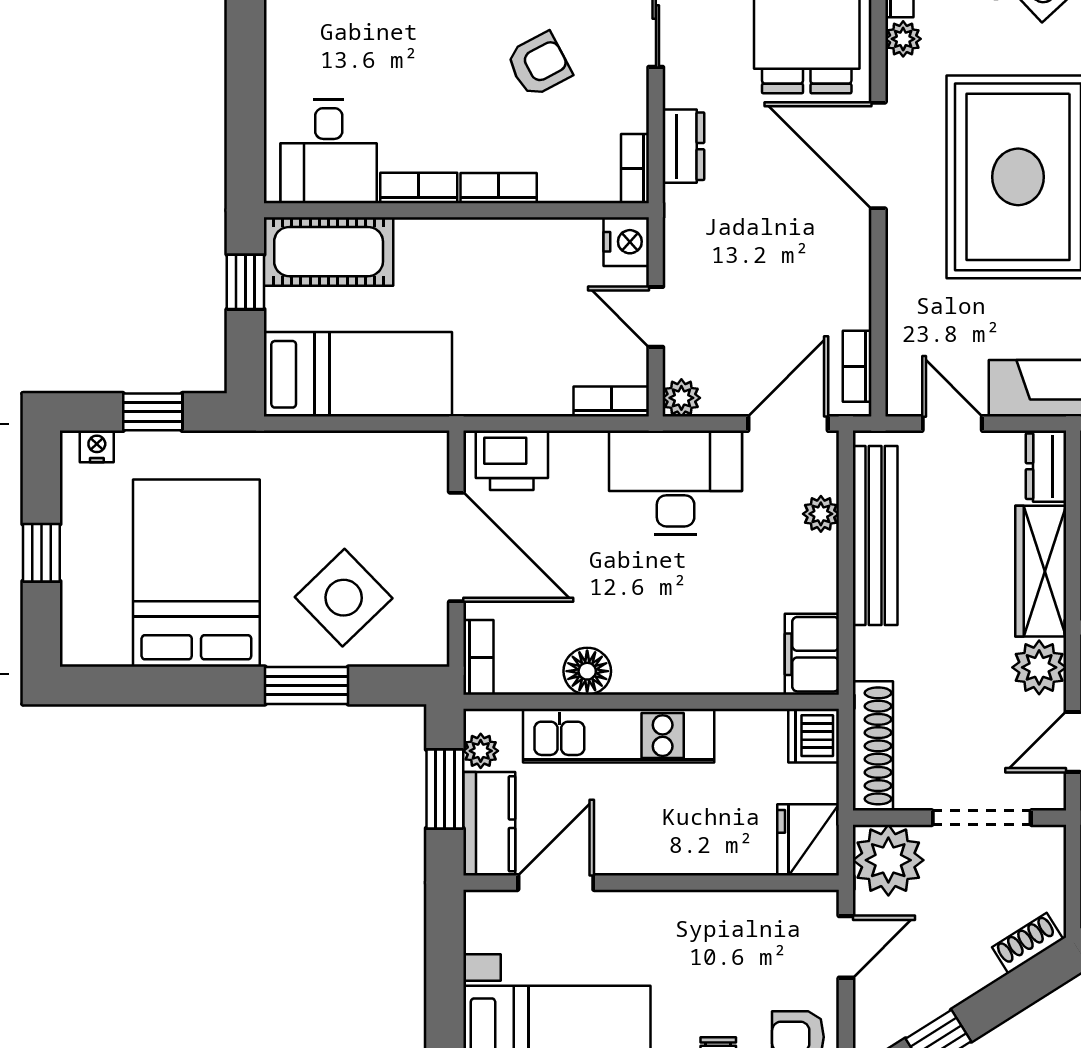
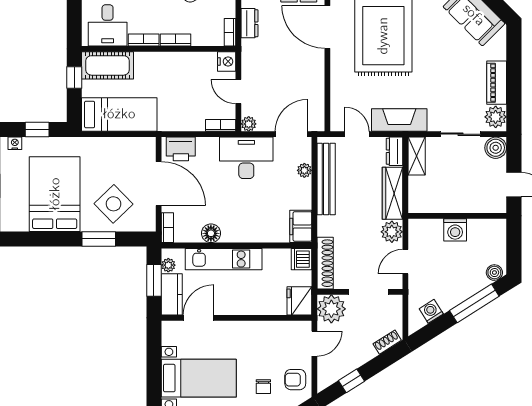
bookcase: (857, 366) -> (319, 111), removed

